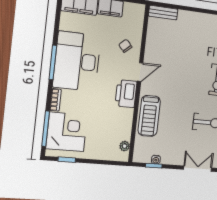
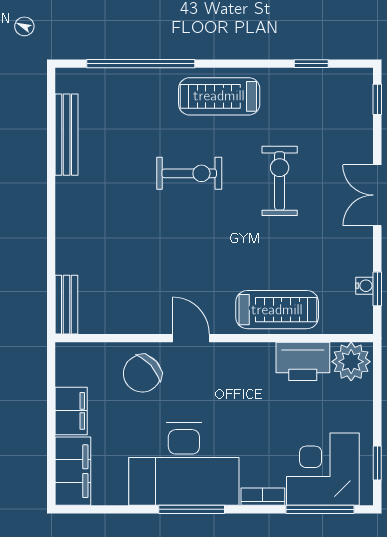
chair: (125, 46) -> (142, 373), width x1.87, depth x1.87
printer: (126, 94) -> (303, 361), moved
plant: (125, 146) -> (351, 362), width x1.88, depth x1.88

